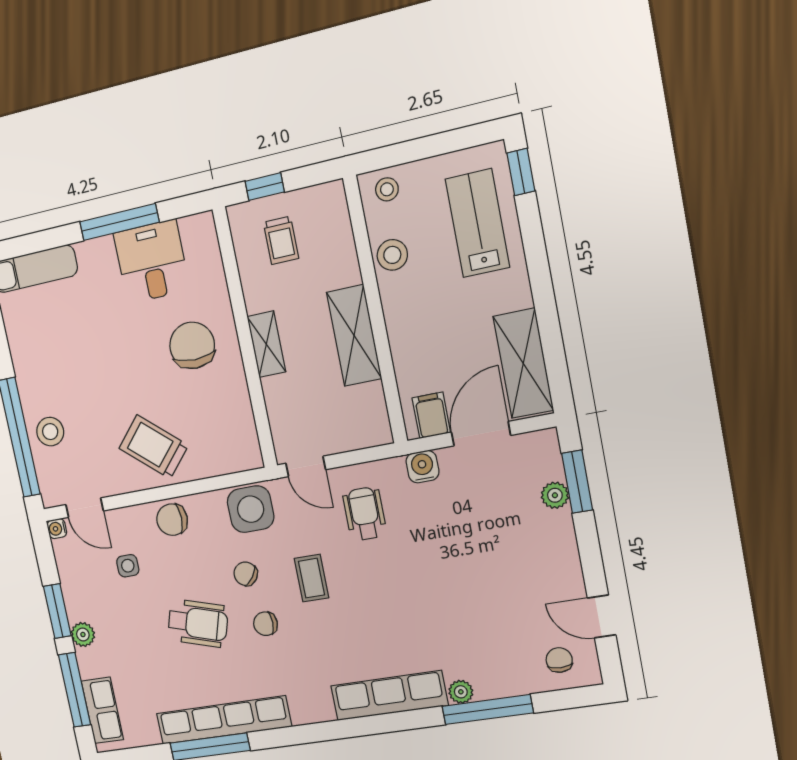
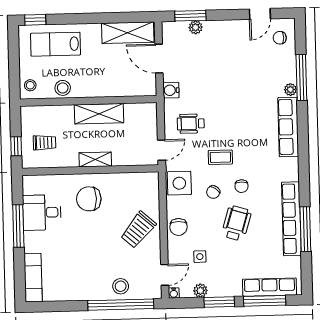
filing cabinet: (431, 415) -> (146, 82), removed
plant: (83, 634) -> (200, 291), moved
row of seats: (102, 710) -> (270, 287), width x1.48

